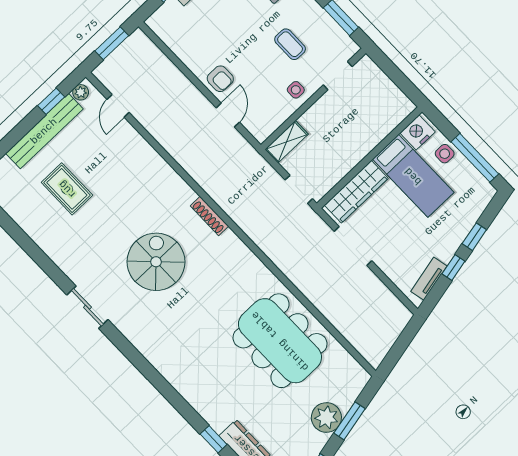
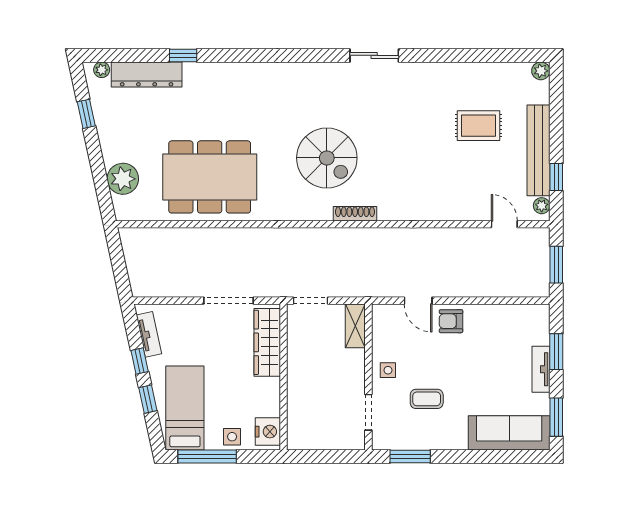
bed: (413, 176) -> (185, 408), moved, turned 90
spiral stairs: (156, 262) -> (327, 158), moved
plant: (326, 417) -> (123, 179), moved
window: (350, 421) -> (99, 172), removed

